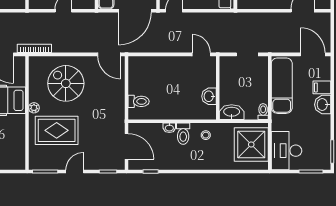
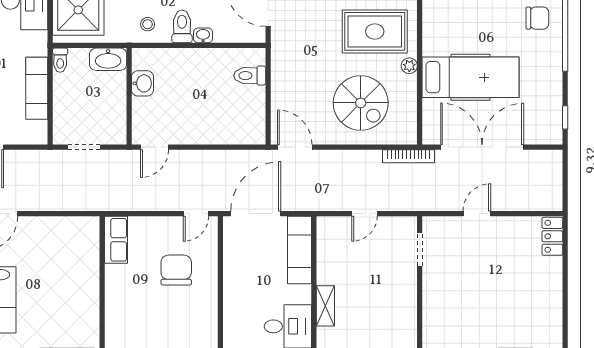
door: (201, 54) -> (155, 147), hinge flipped
exam couch: (282, 86) -> (37, 88), width x0.73, depth x0.69

